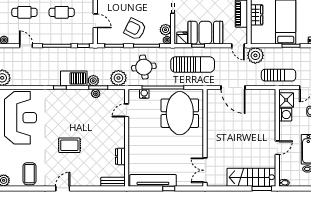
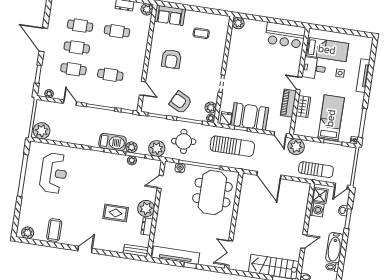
reception desk: (20, 118) -> (54, 173), width x0.74, depth x0.77
plant: (117, 139) -> (146, 209), added
rug: (69, 145) -> (116, 213), moved

